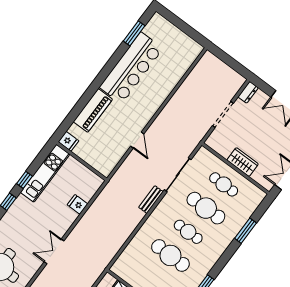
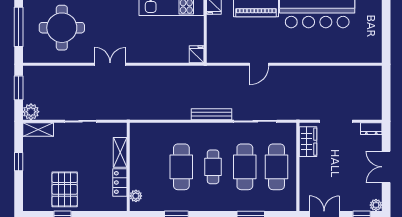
wardrobe: (243, 162) -> (308, 142), moved
cafe table: (224, 184) -> (277, 167), width x1.37, depth x1.35
bench: (151, 200) -> (211, 114), width x1.36
fridge: (78, 204) -> (197, 54), moved

